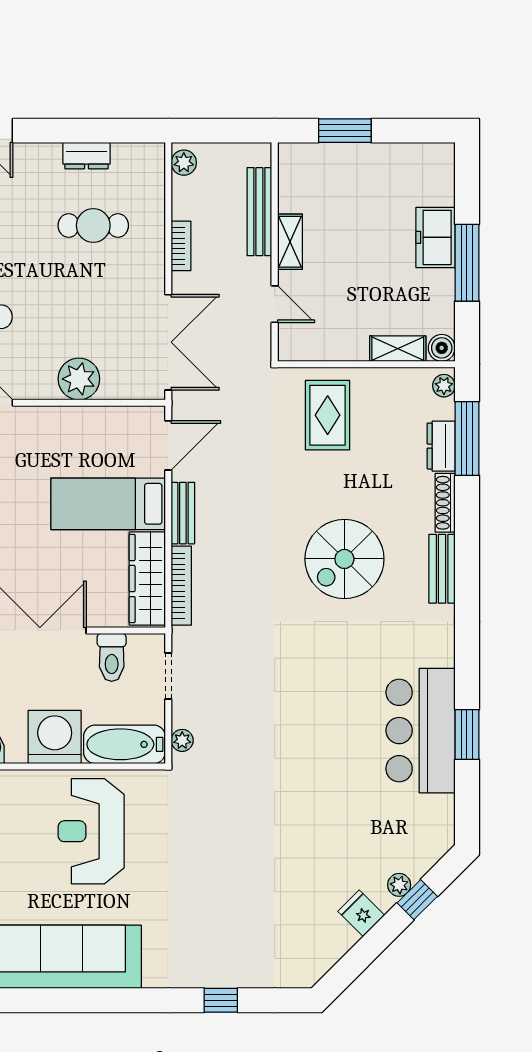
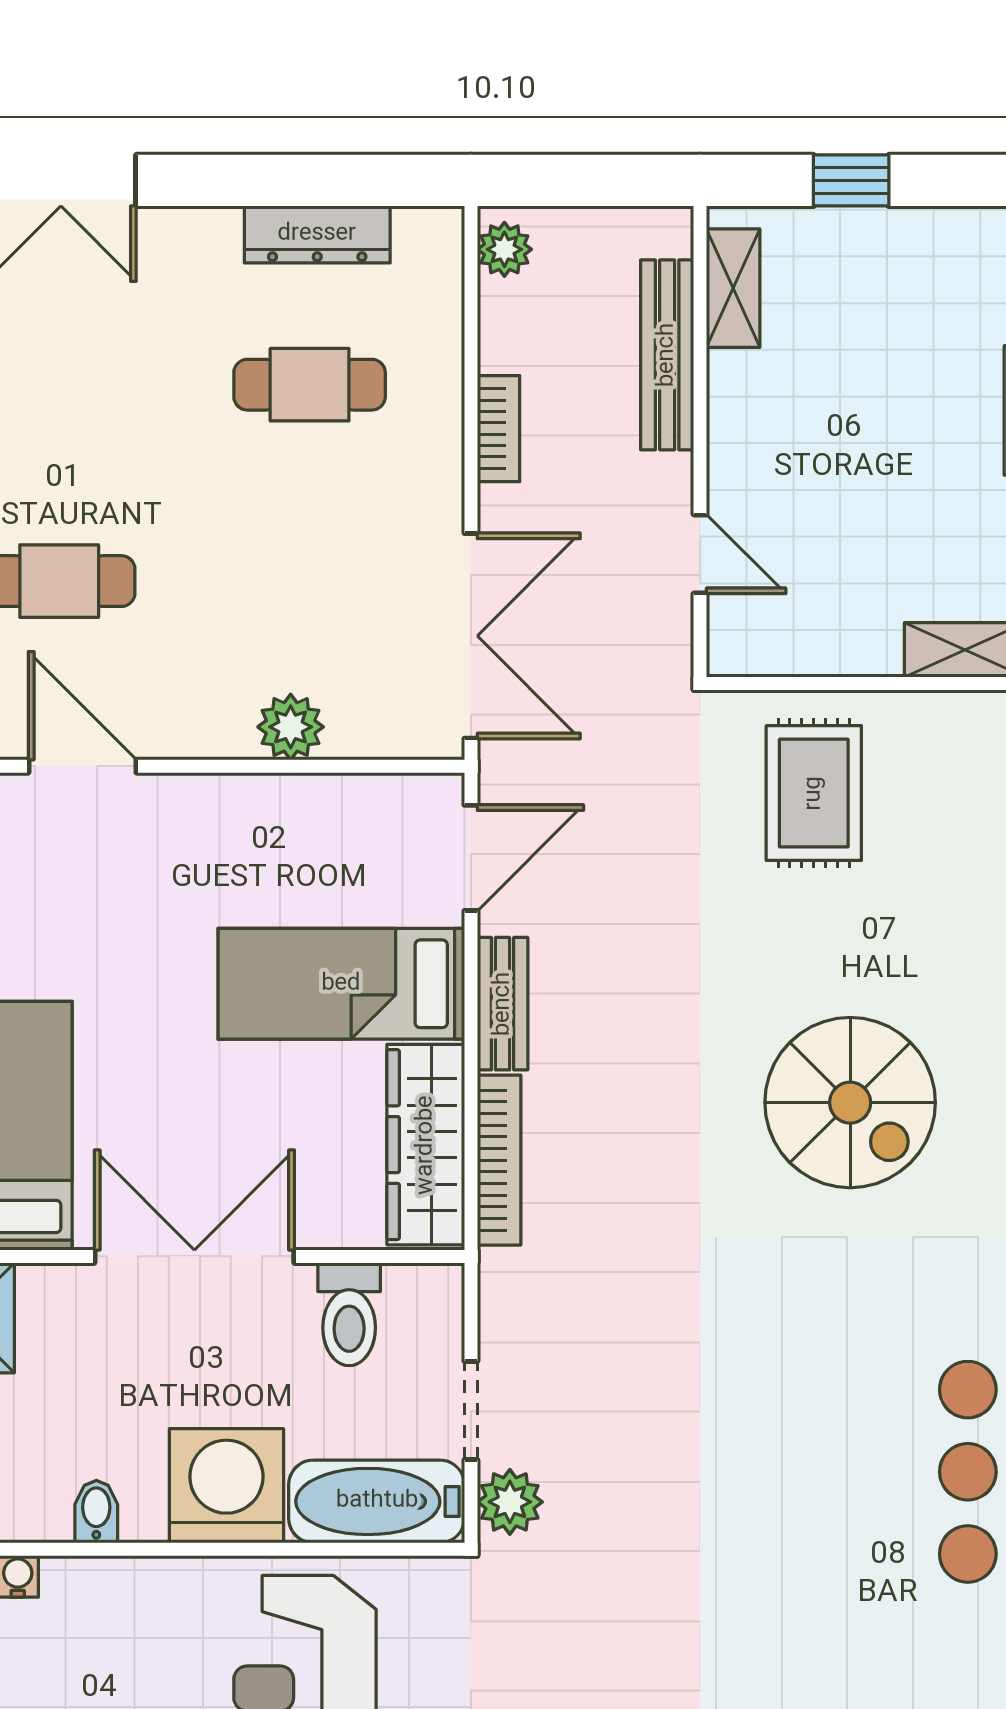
window: (345, 131) -> (851, 180), width x0.67
dresser: (87, 156) -> (317, 234), width x1.44
shelving: (290, 242) -> (733, 288), moved
plant: (79, 379) -> (291, 727), width x0.73, depth x0.73
spiral stairs: (344, 559) -> (850, 1103), turned -90
doorway: (168, 676) -> (471, 1410), moved
plant: (182, 740) -> (510, 1502), width x1.38, depth x1.38

